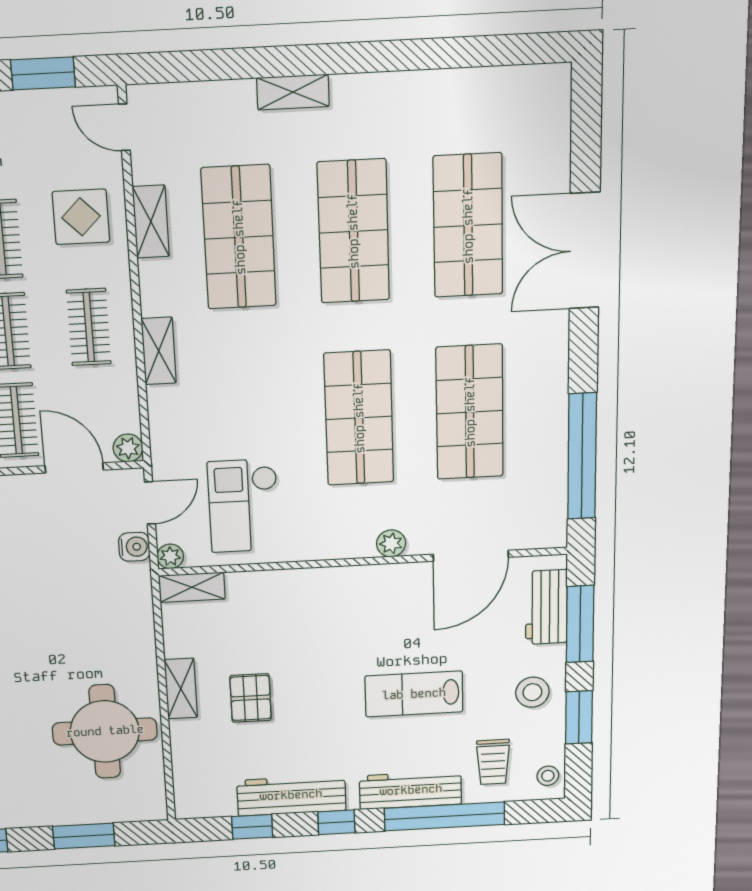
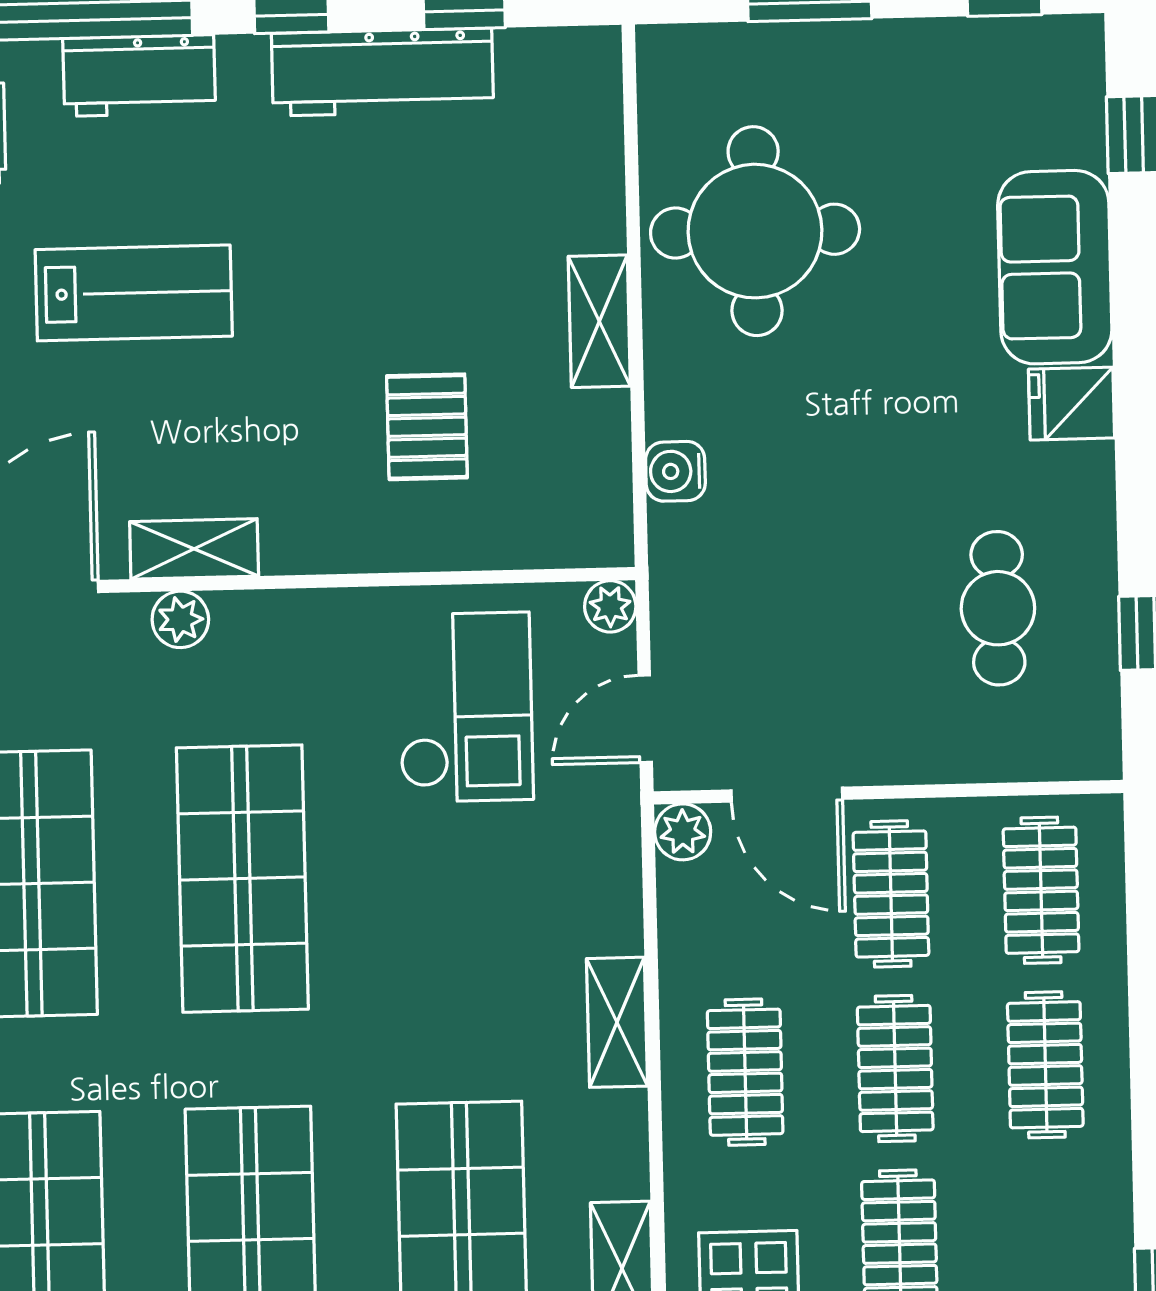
water cooler: (134, 547) -> (675, 471), moved
shelving: (192, 587) -> (194, 549), moved
pallet: (251, 698) -> (427, 427), moved
workbench: (411, 790) -> (139, 76), width x0.73

